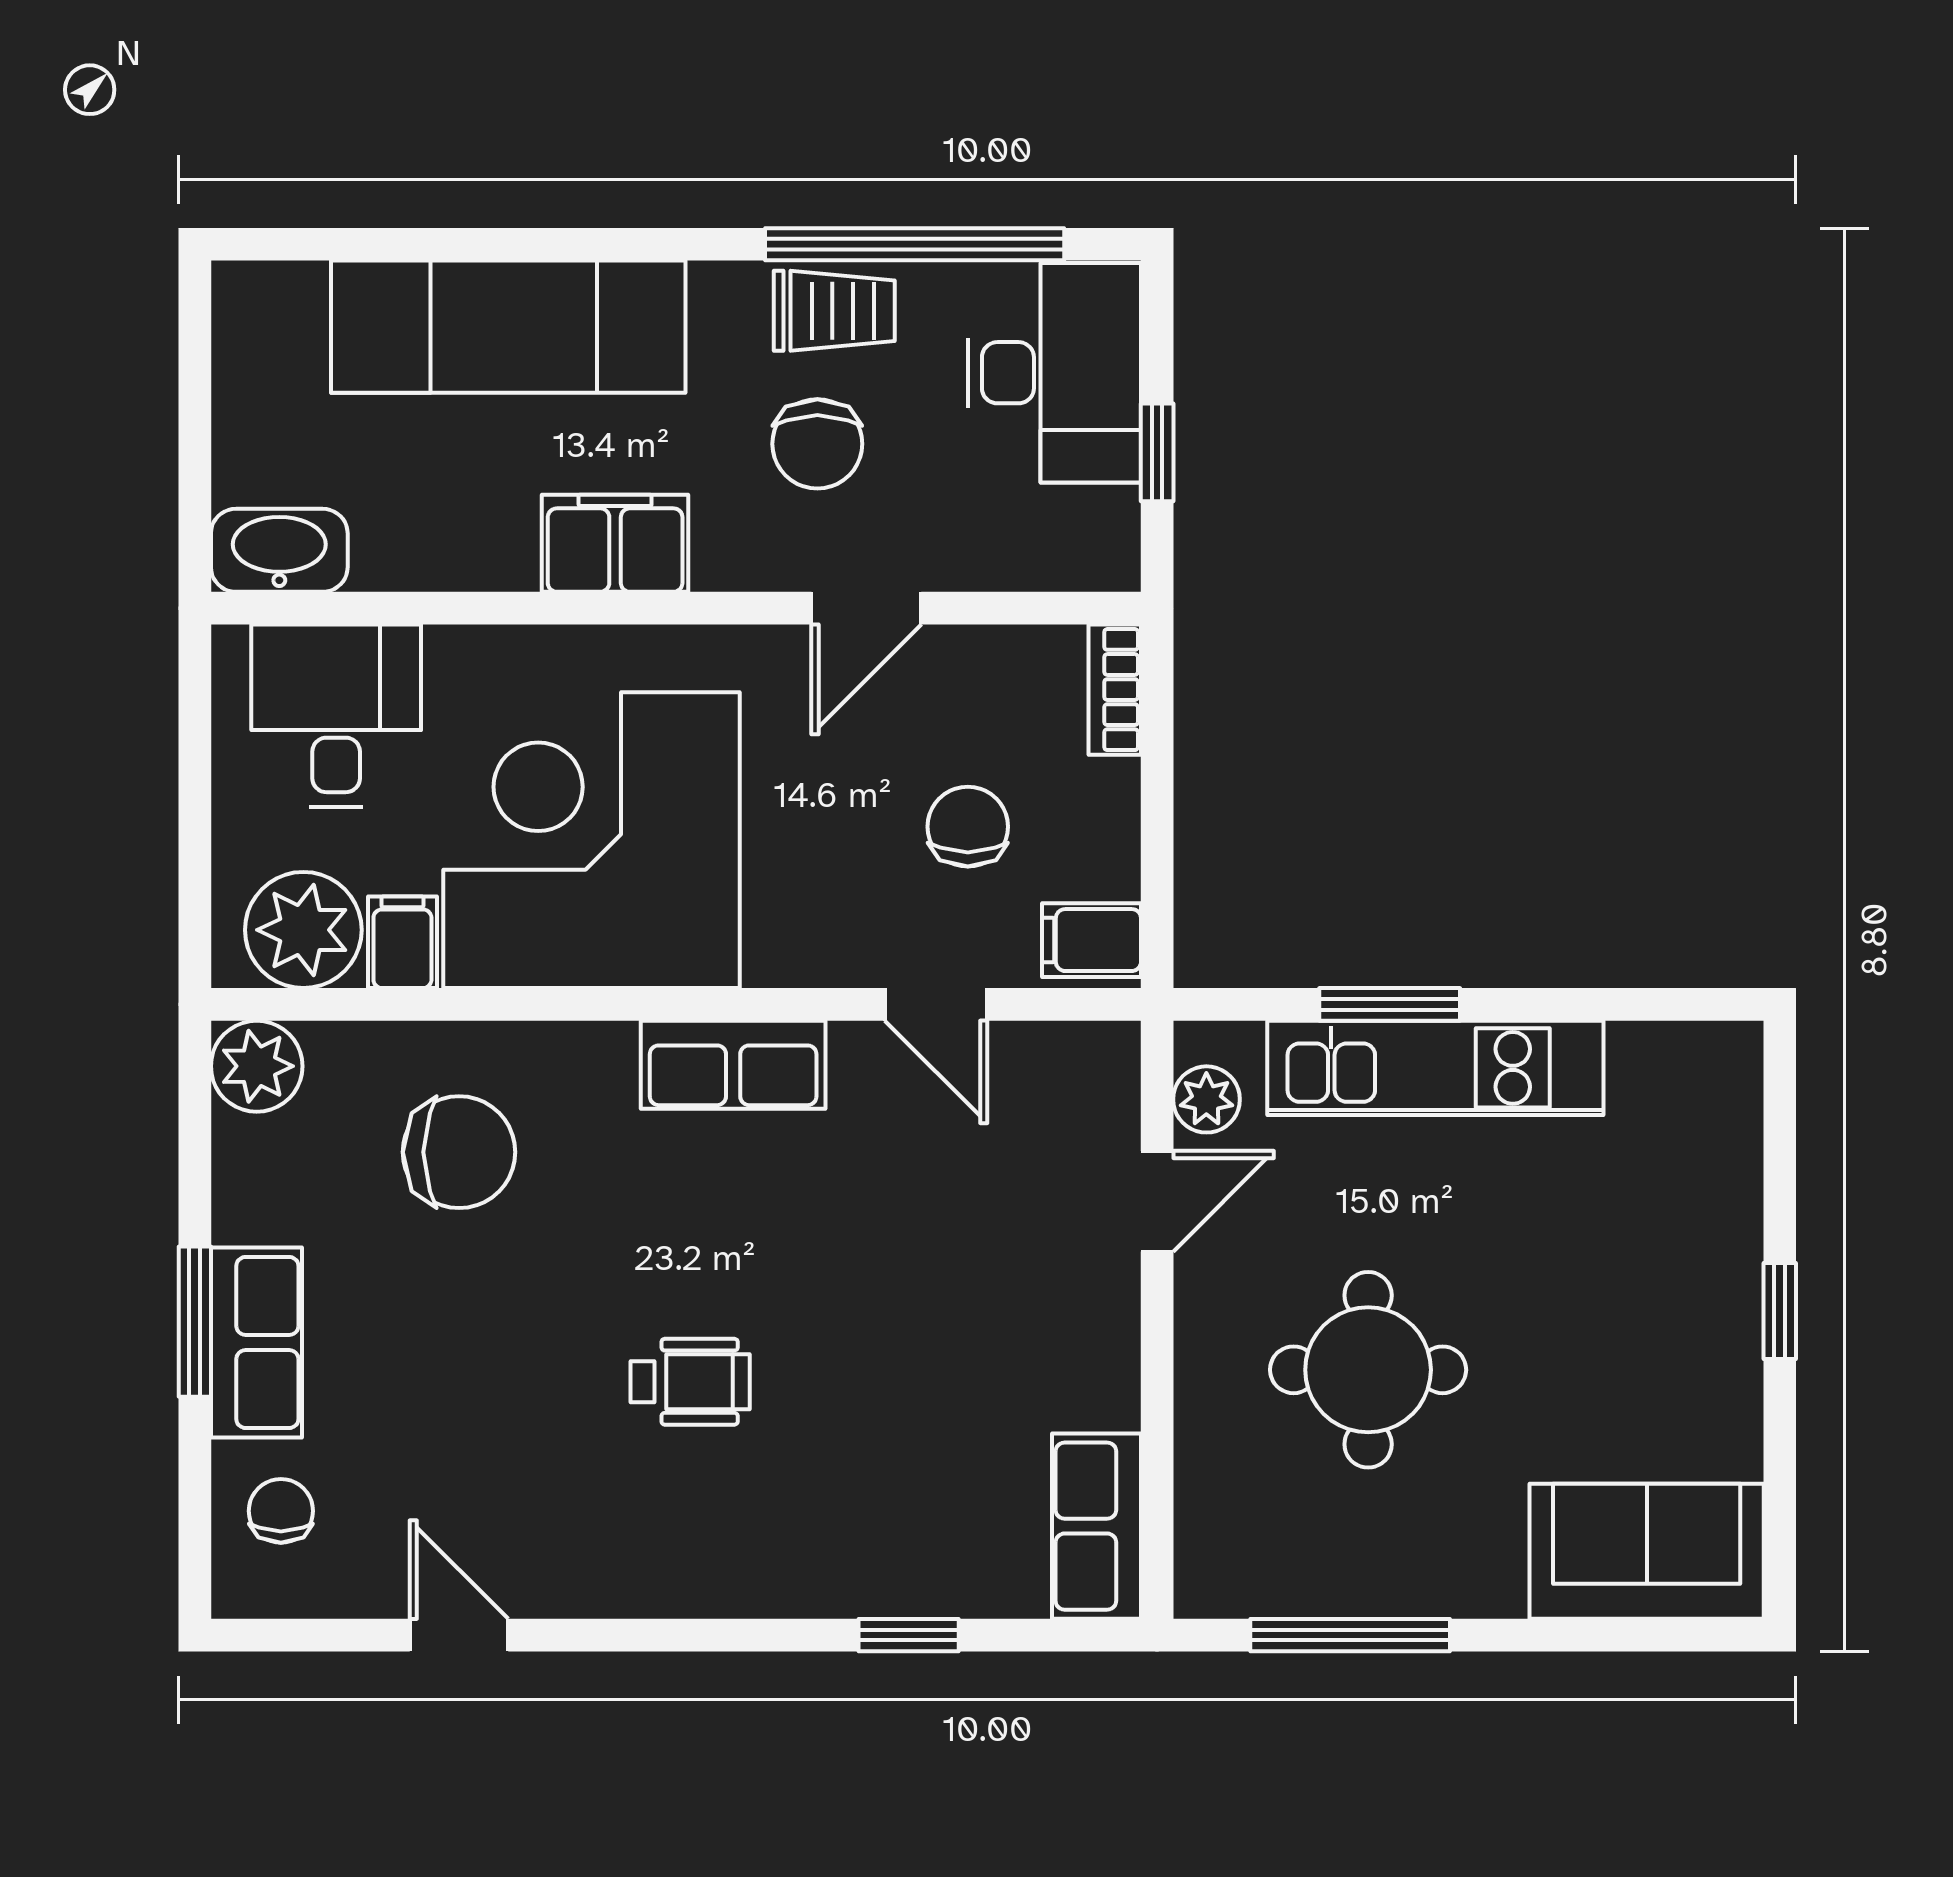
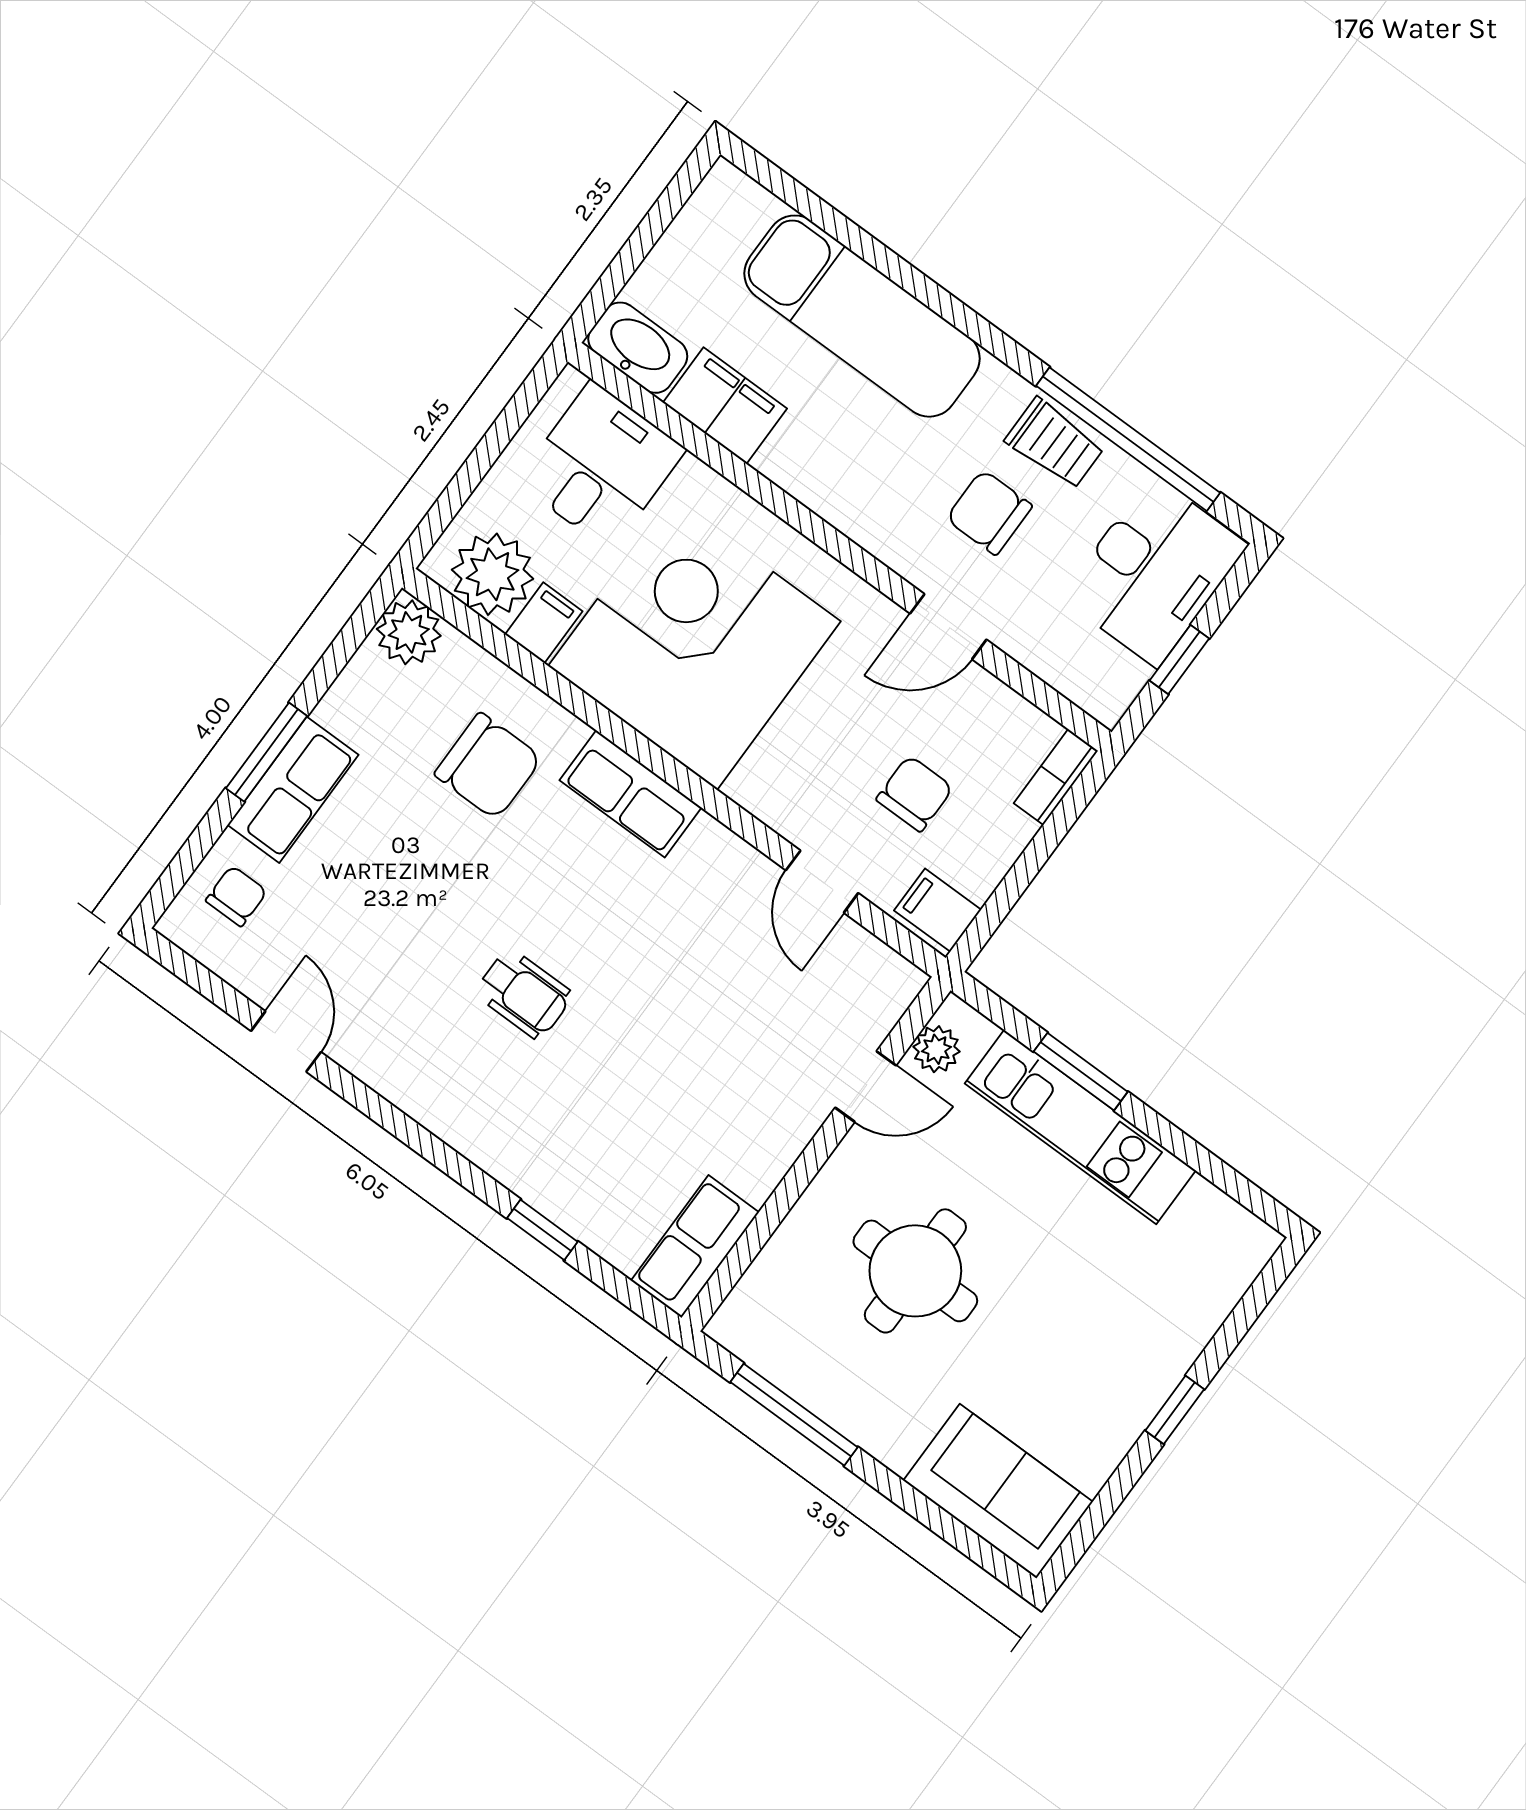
chair: (817, 444) -> (989, 512), turned 90
filing cabinet: (615, 543) -> (725, 406), moved
row of seats: (733, 1065) -> (630, 794), moved

